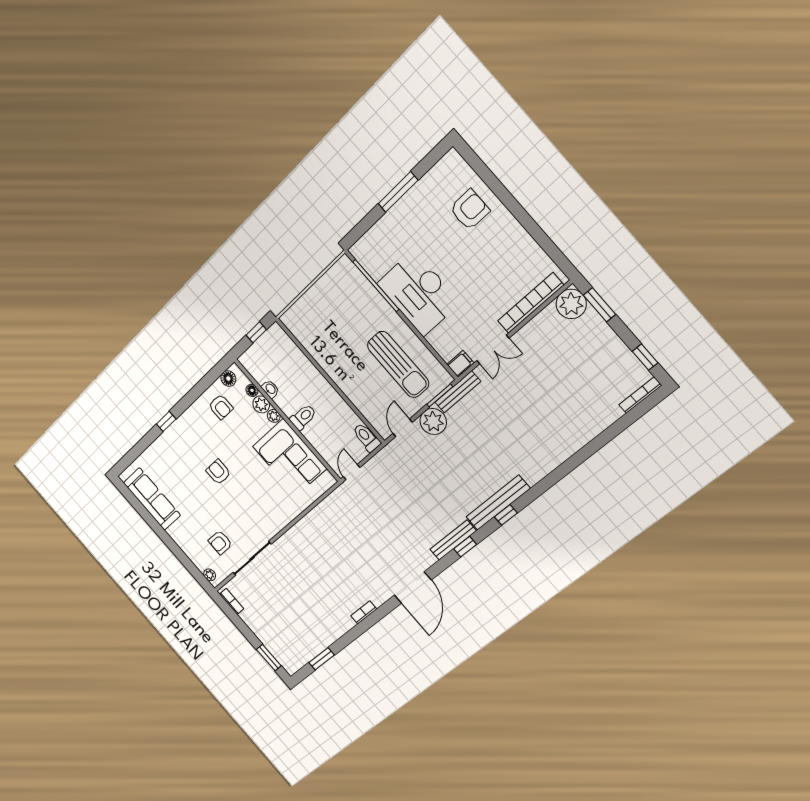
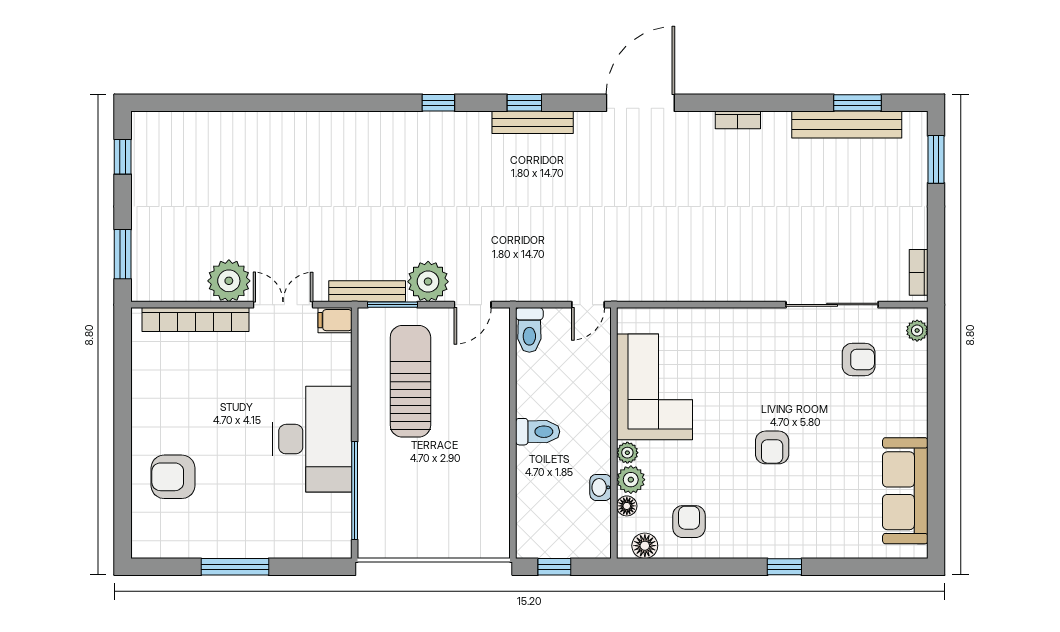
plant: (571, 304) -> (229, 281), moved
bookcase: (640, 395) -> (163, 119), removed
toilet: (303, 417) -> (538, 432), moved, turned 180
bench: (498, 503) -> (847, 125), moved

